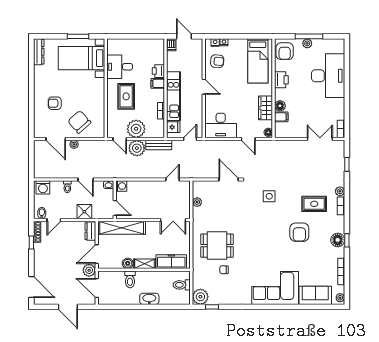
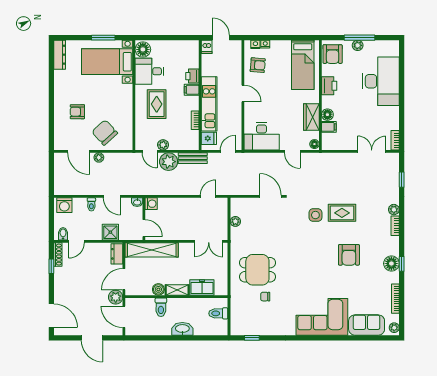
floor lamp: (114, 47) -> (143, 49), added
plant: (136, 129) -> (163, 145), width x0.53, depth x0.53
rug: (314, 204) -> (342, 213), moved
freezer: (171, 262) -> (202, 287), width x0.71
plant: (200, 297) -> (239, 327), removed

